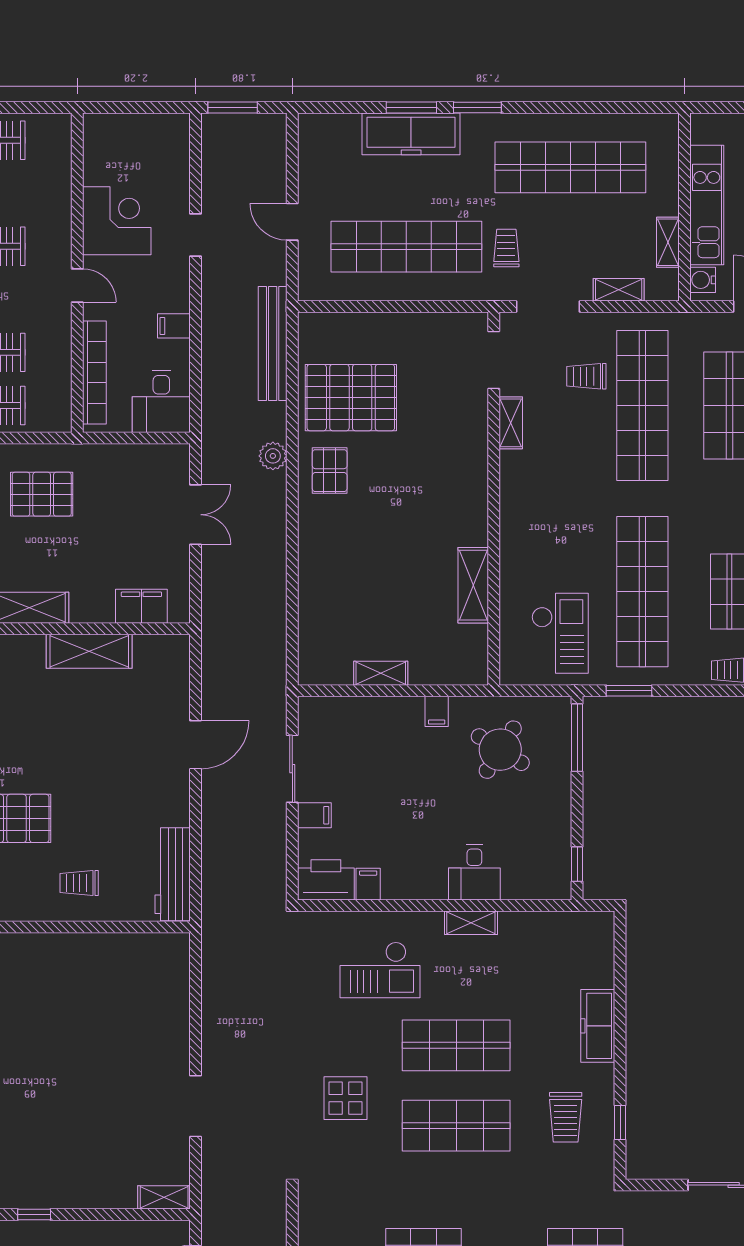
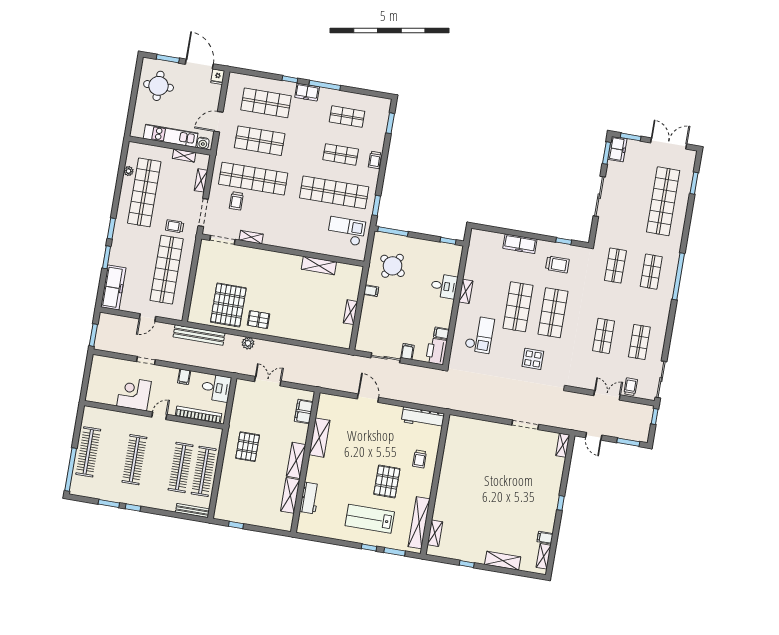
plant: (612, 124) -> (128, 171), added
freezer: (411, 134) -> (113, 287), moved

